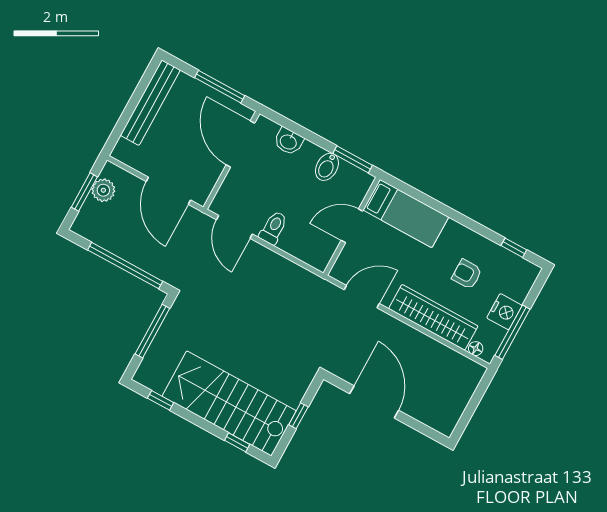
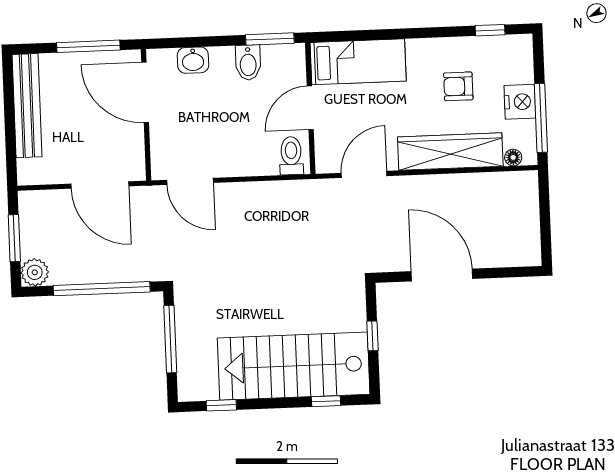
plant: (103, 190) -> (35, 272), moved
toilet: (273, 228) -> (291, 156), moved

